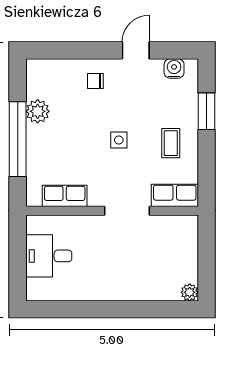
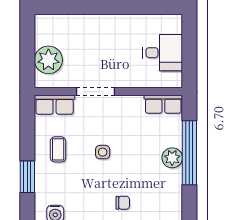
plant: (38, 111) -> (172, 158), moved
row of seats: (65, 196) -> (163, 104), moved
plant: (190, 292) -> (48, 60), moved, width x1.87, depth x1.87

